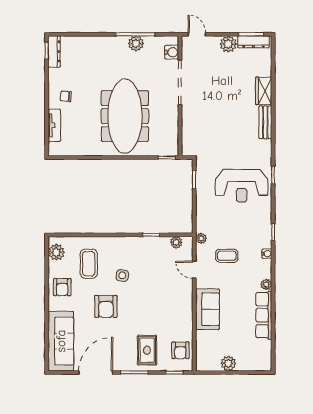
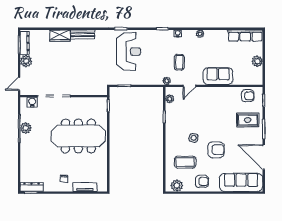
row of seats: (264, 315) -> (245, 35), moved

